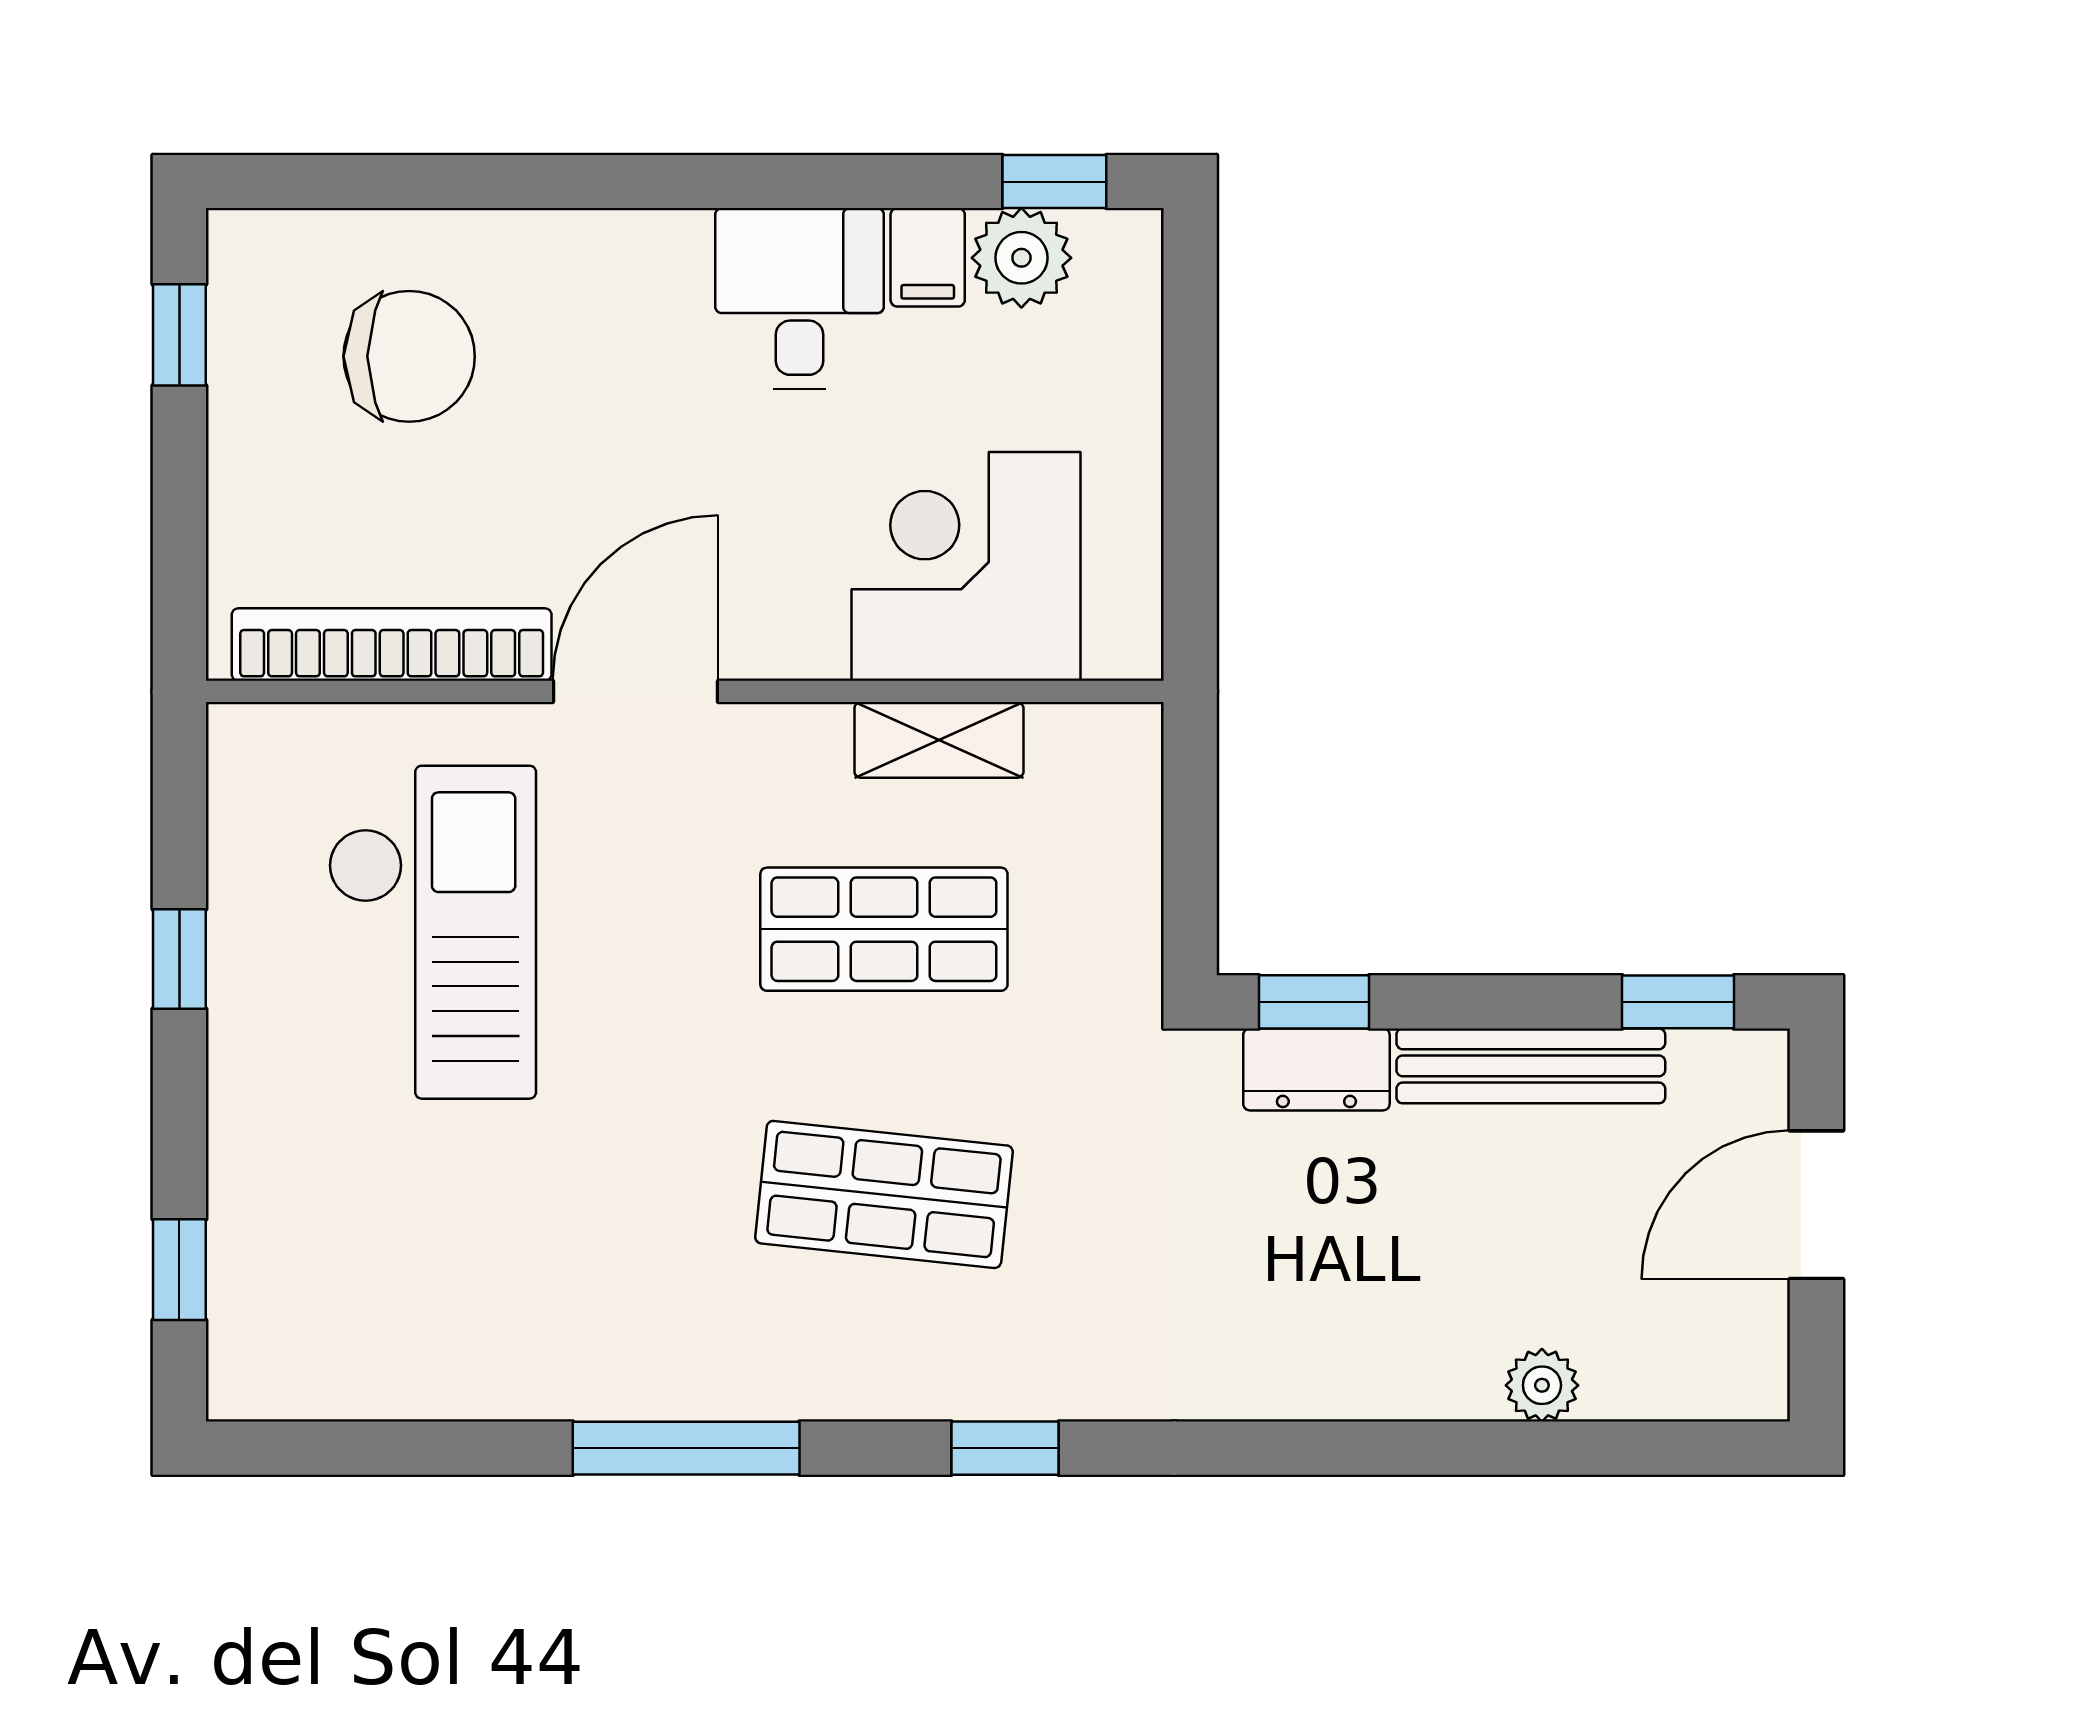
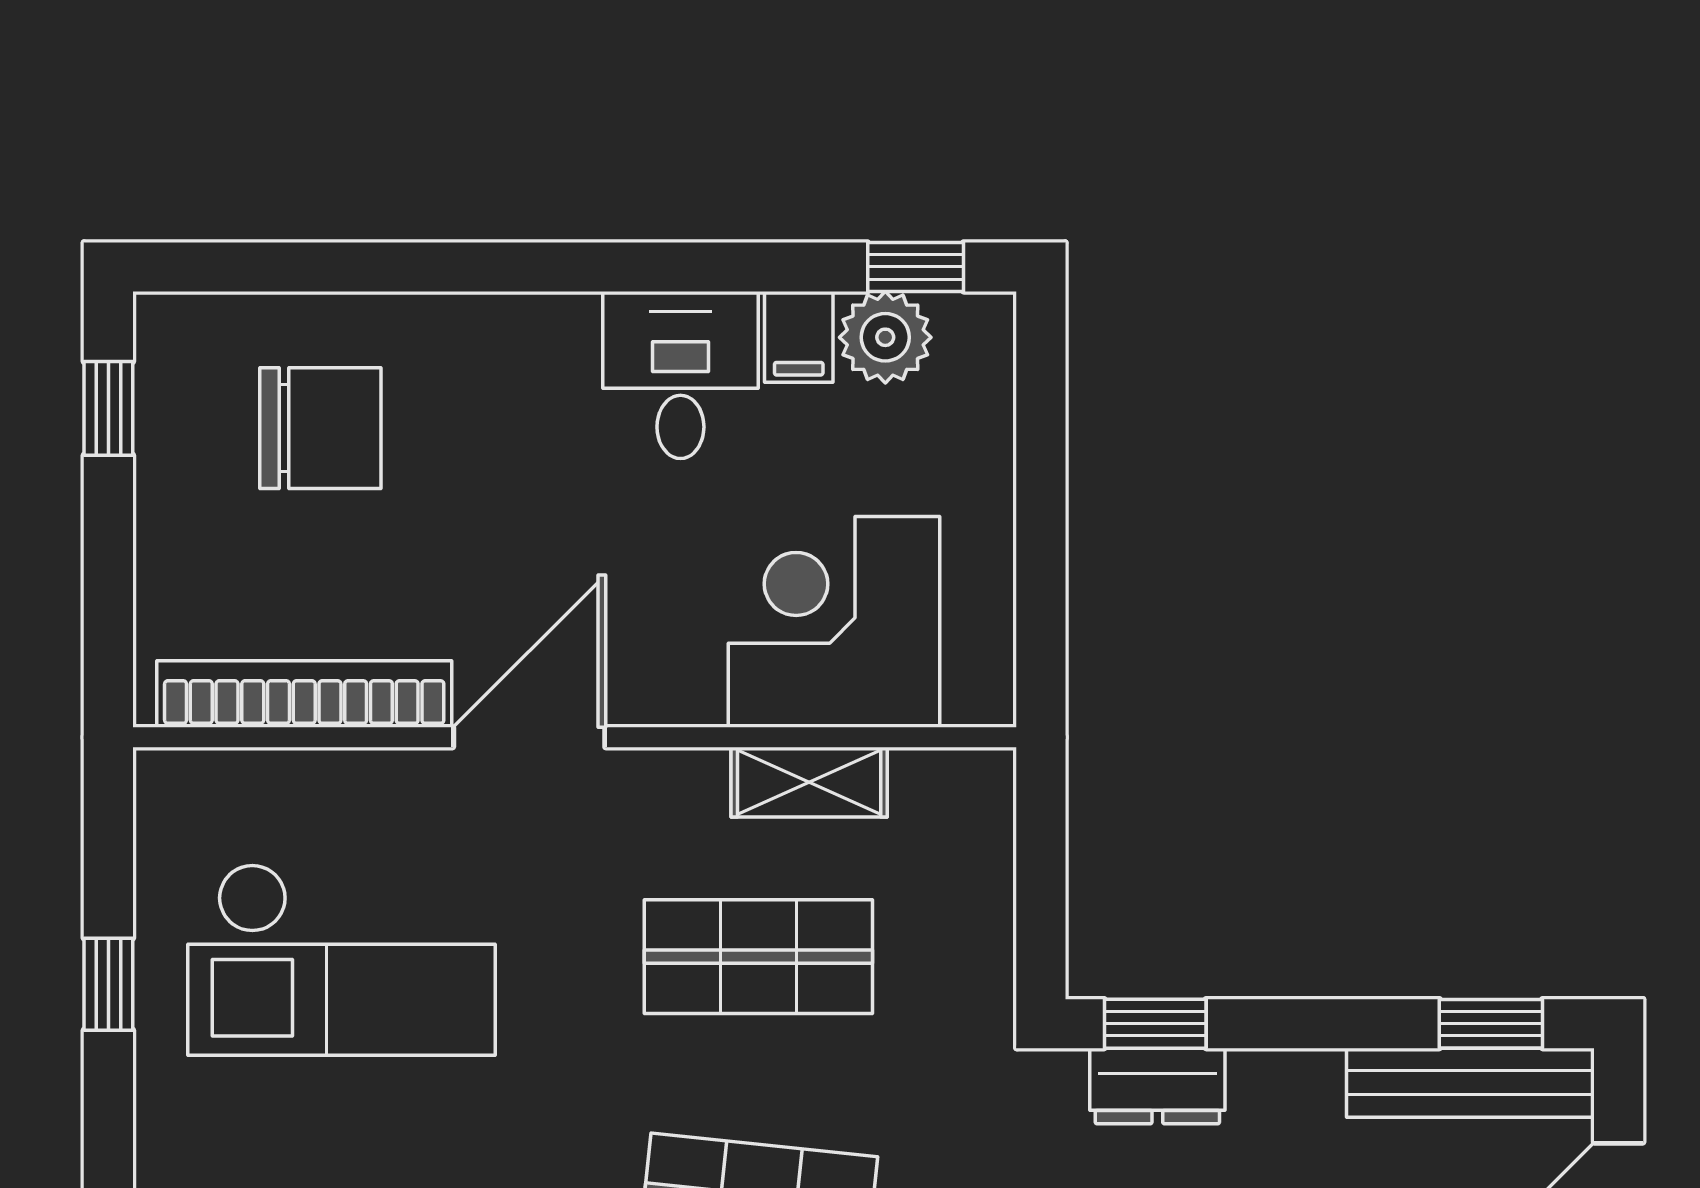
checkout: (432, 932) -> (341, 959), turned 90
bench: (1531, 1066) -> (1470, 1083), moved

